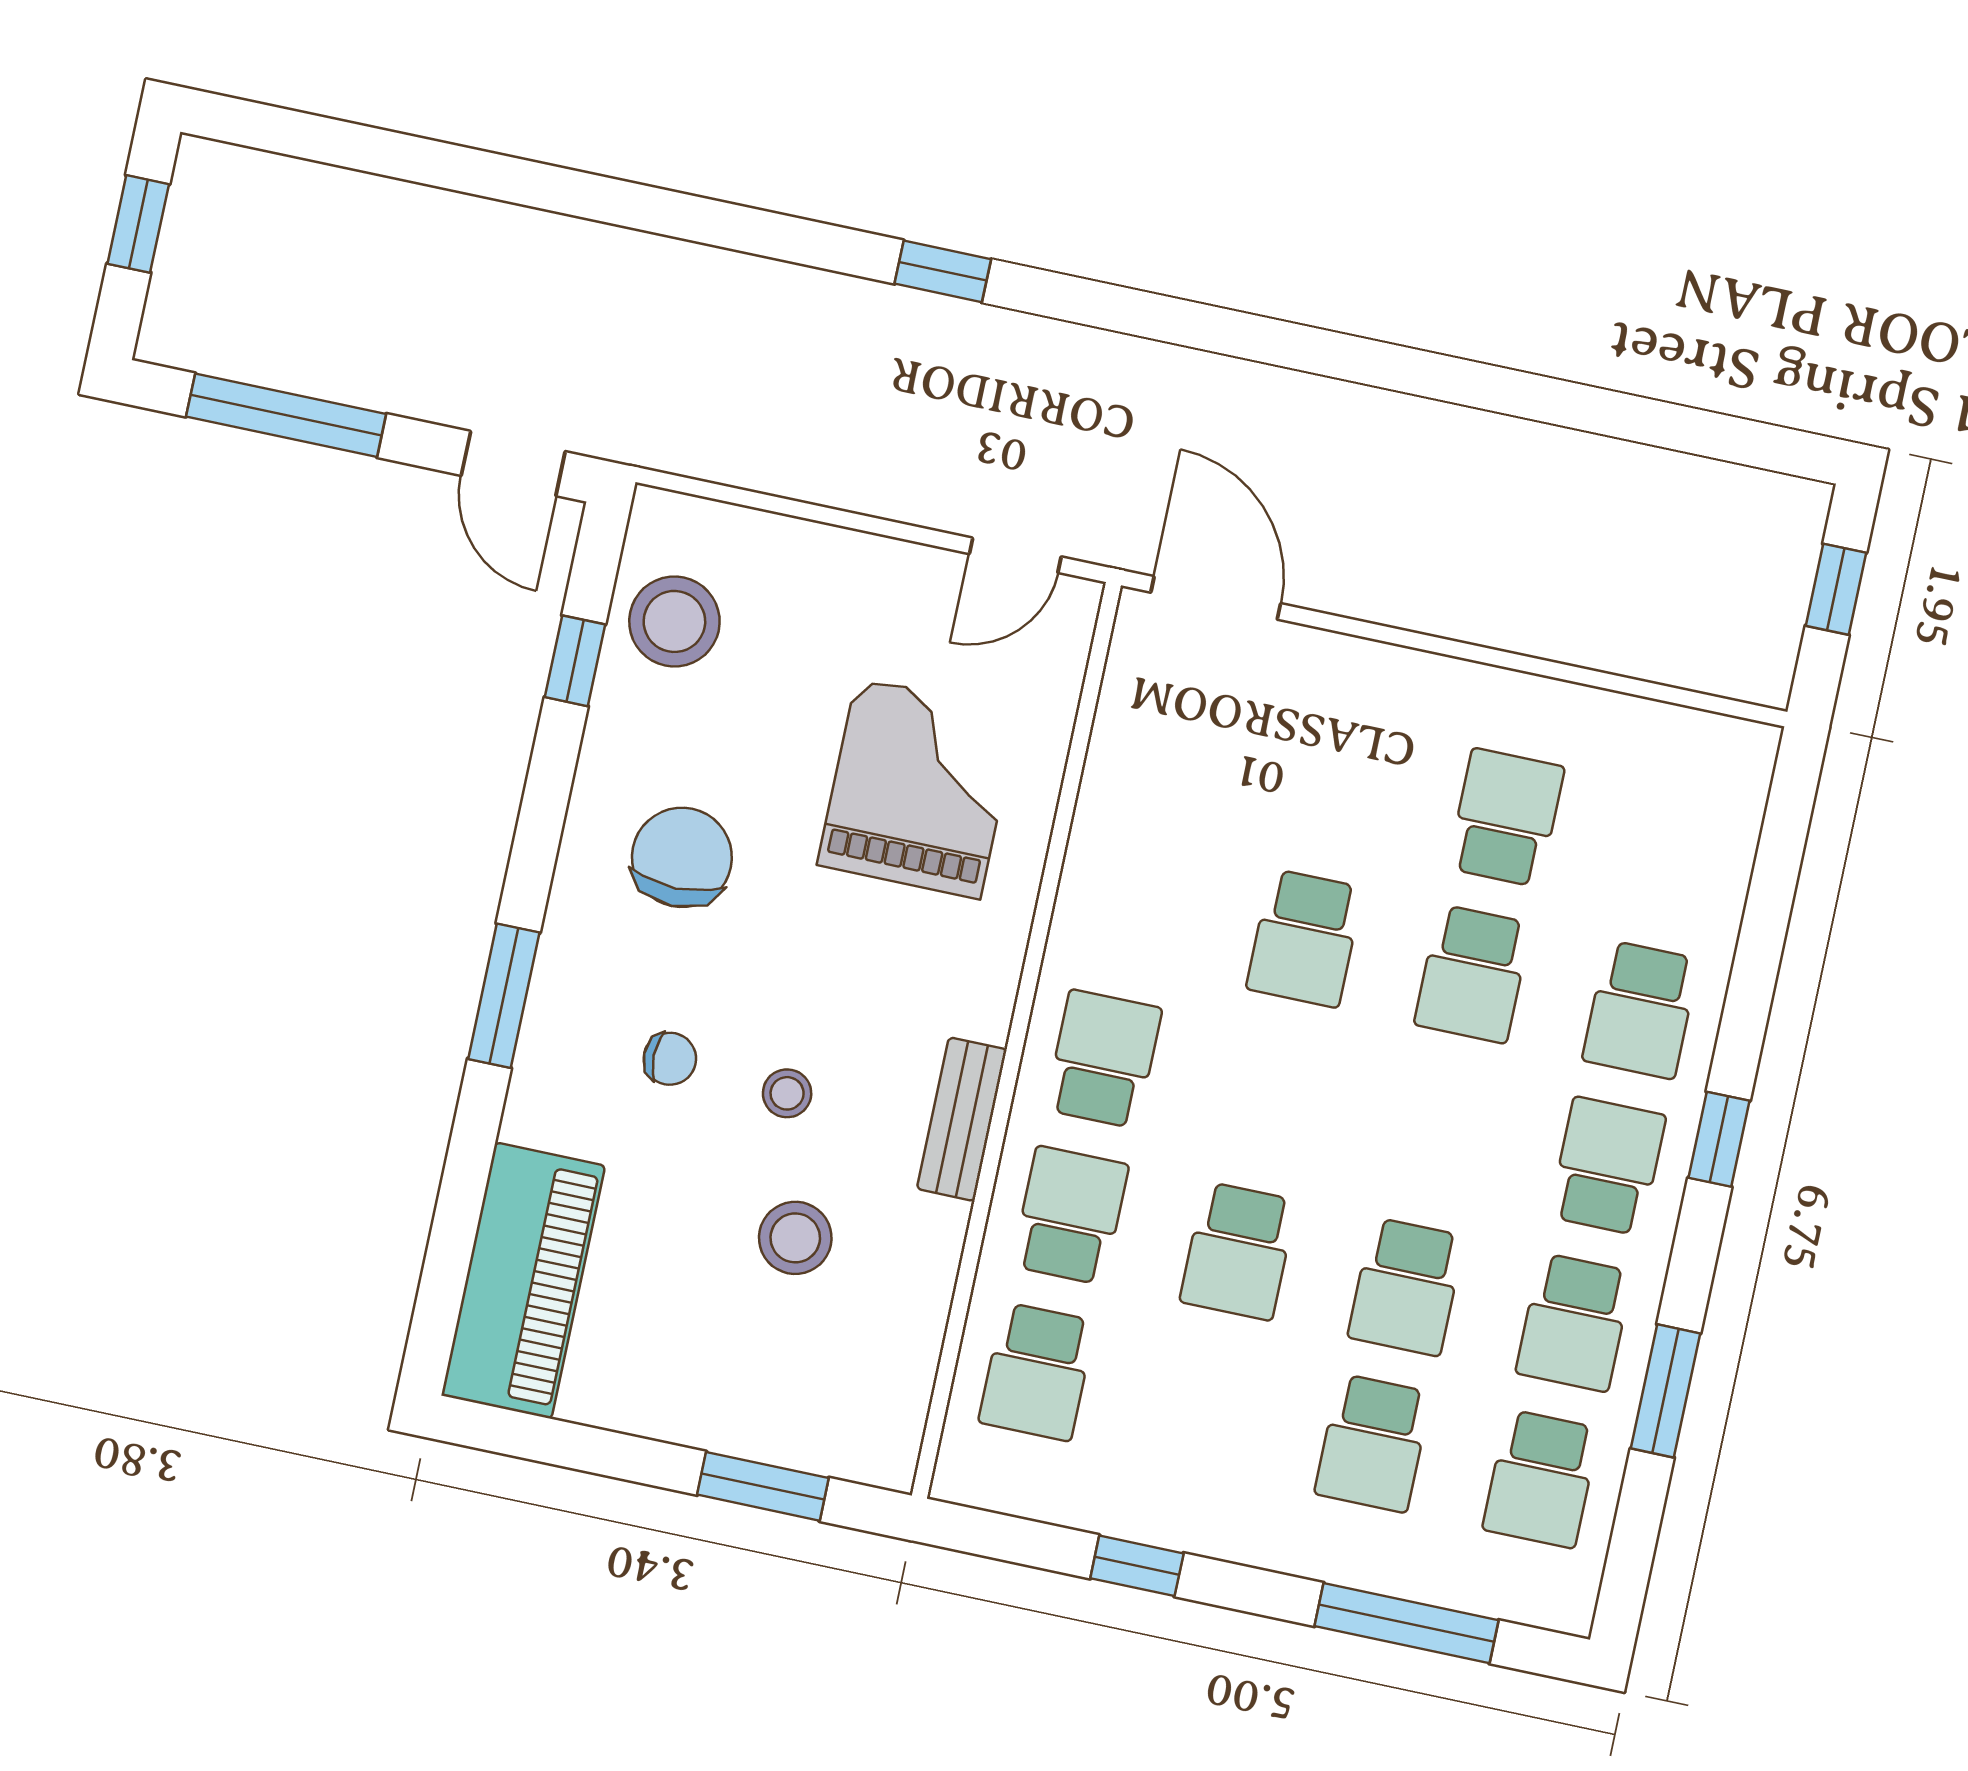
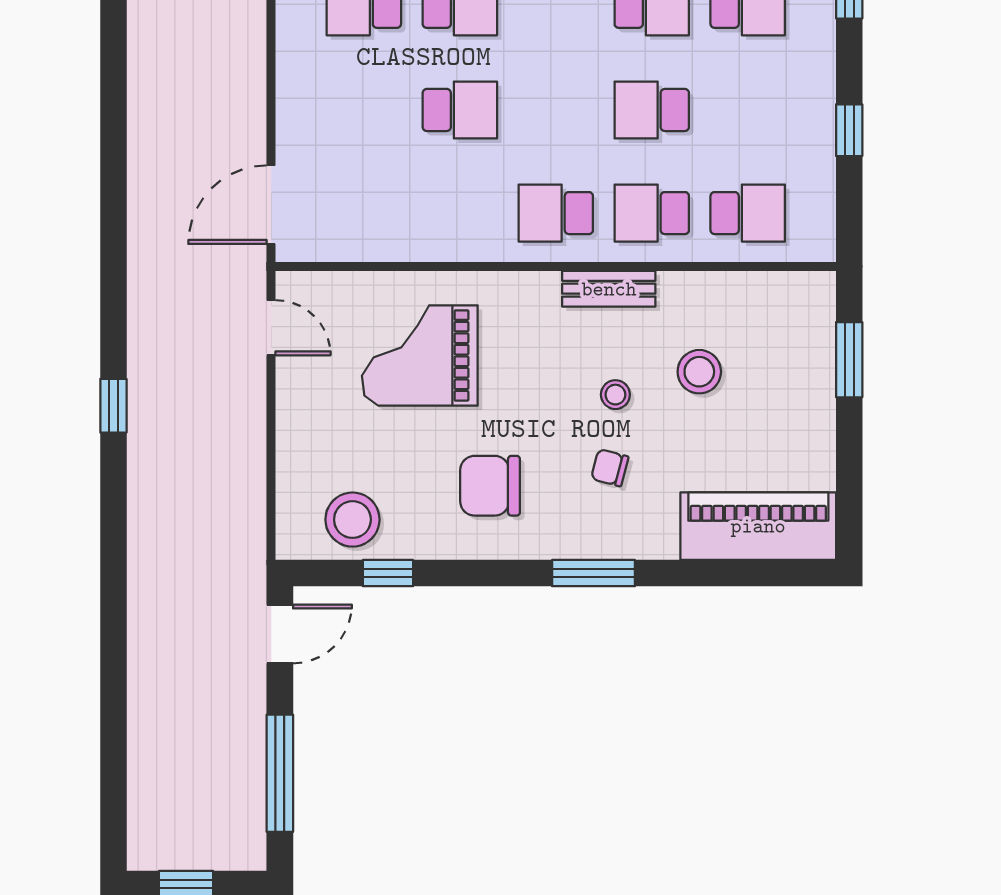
chair: (670, 1059) -> (610, 468), turned -75
school desk: (1238, 1251) -> (652, 110), turned 180

